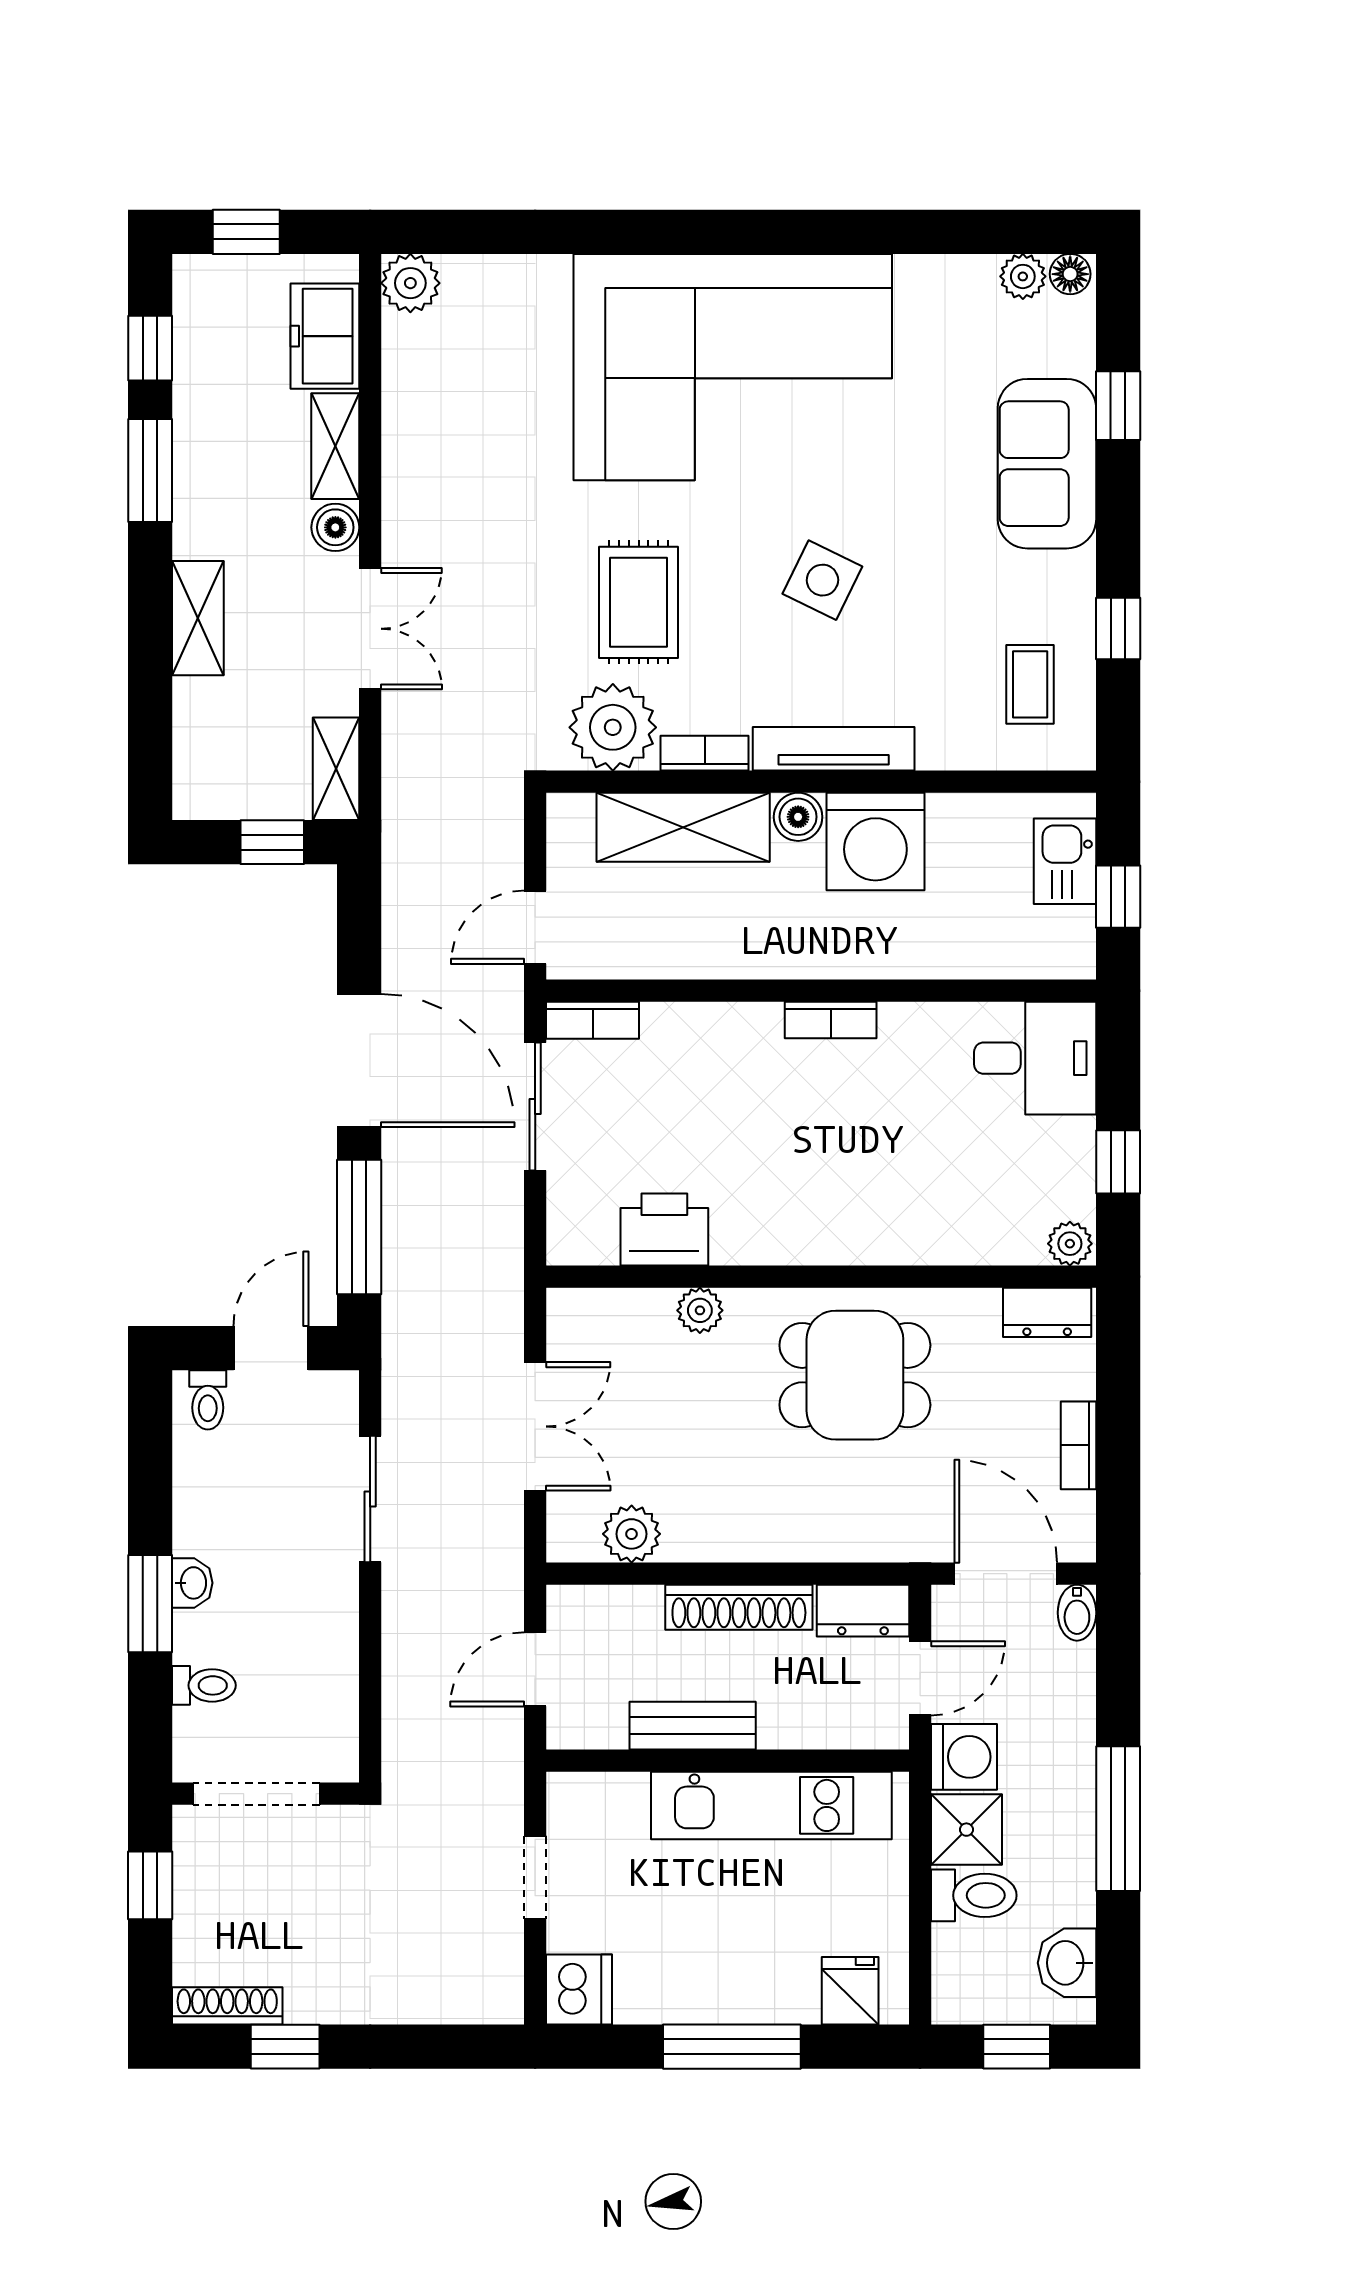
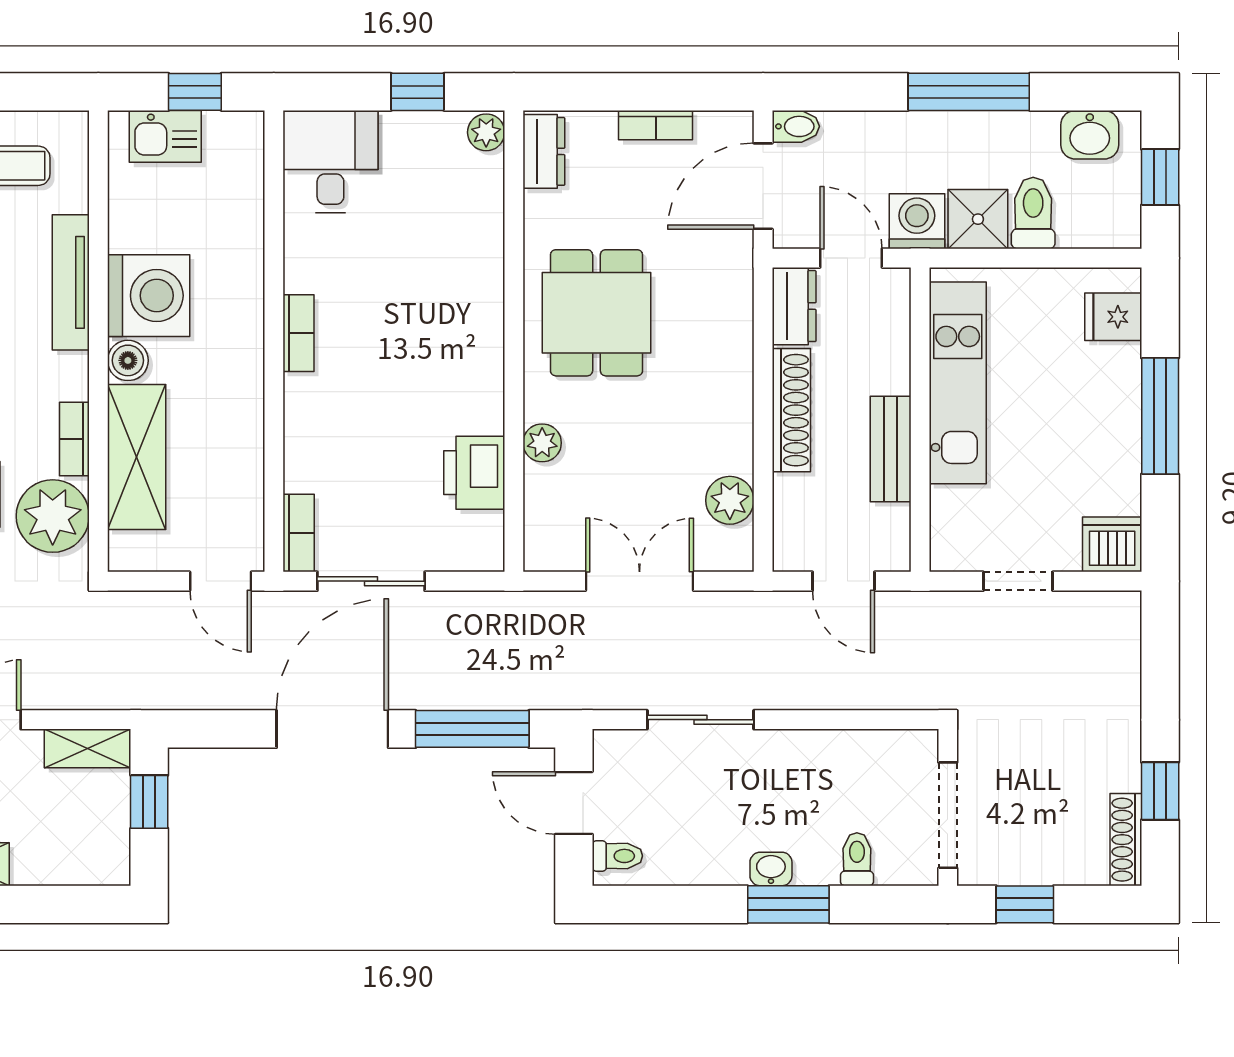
tv unit: (834, 749) -> (71, 282), moved

